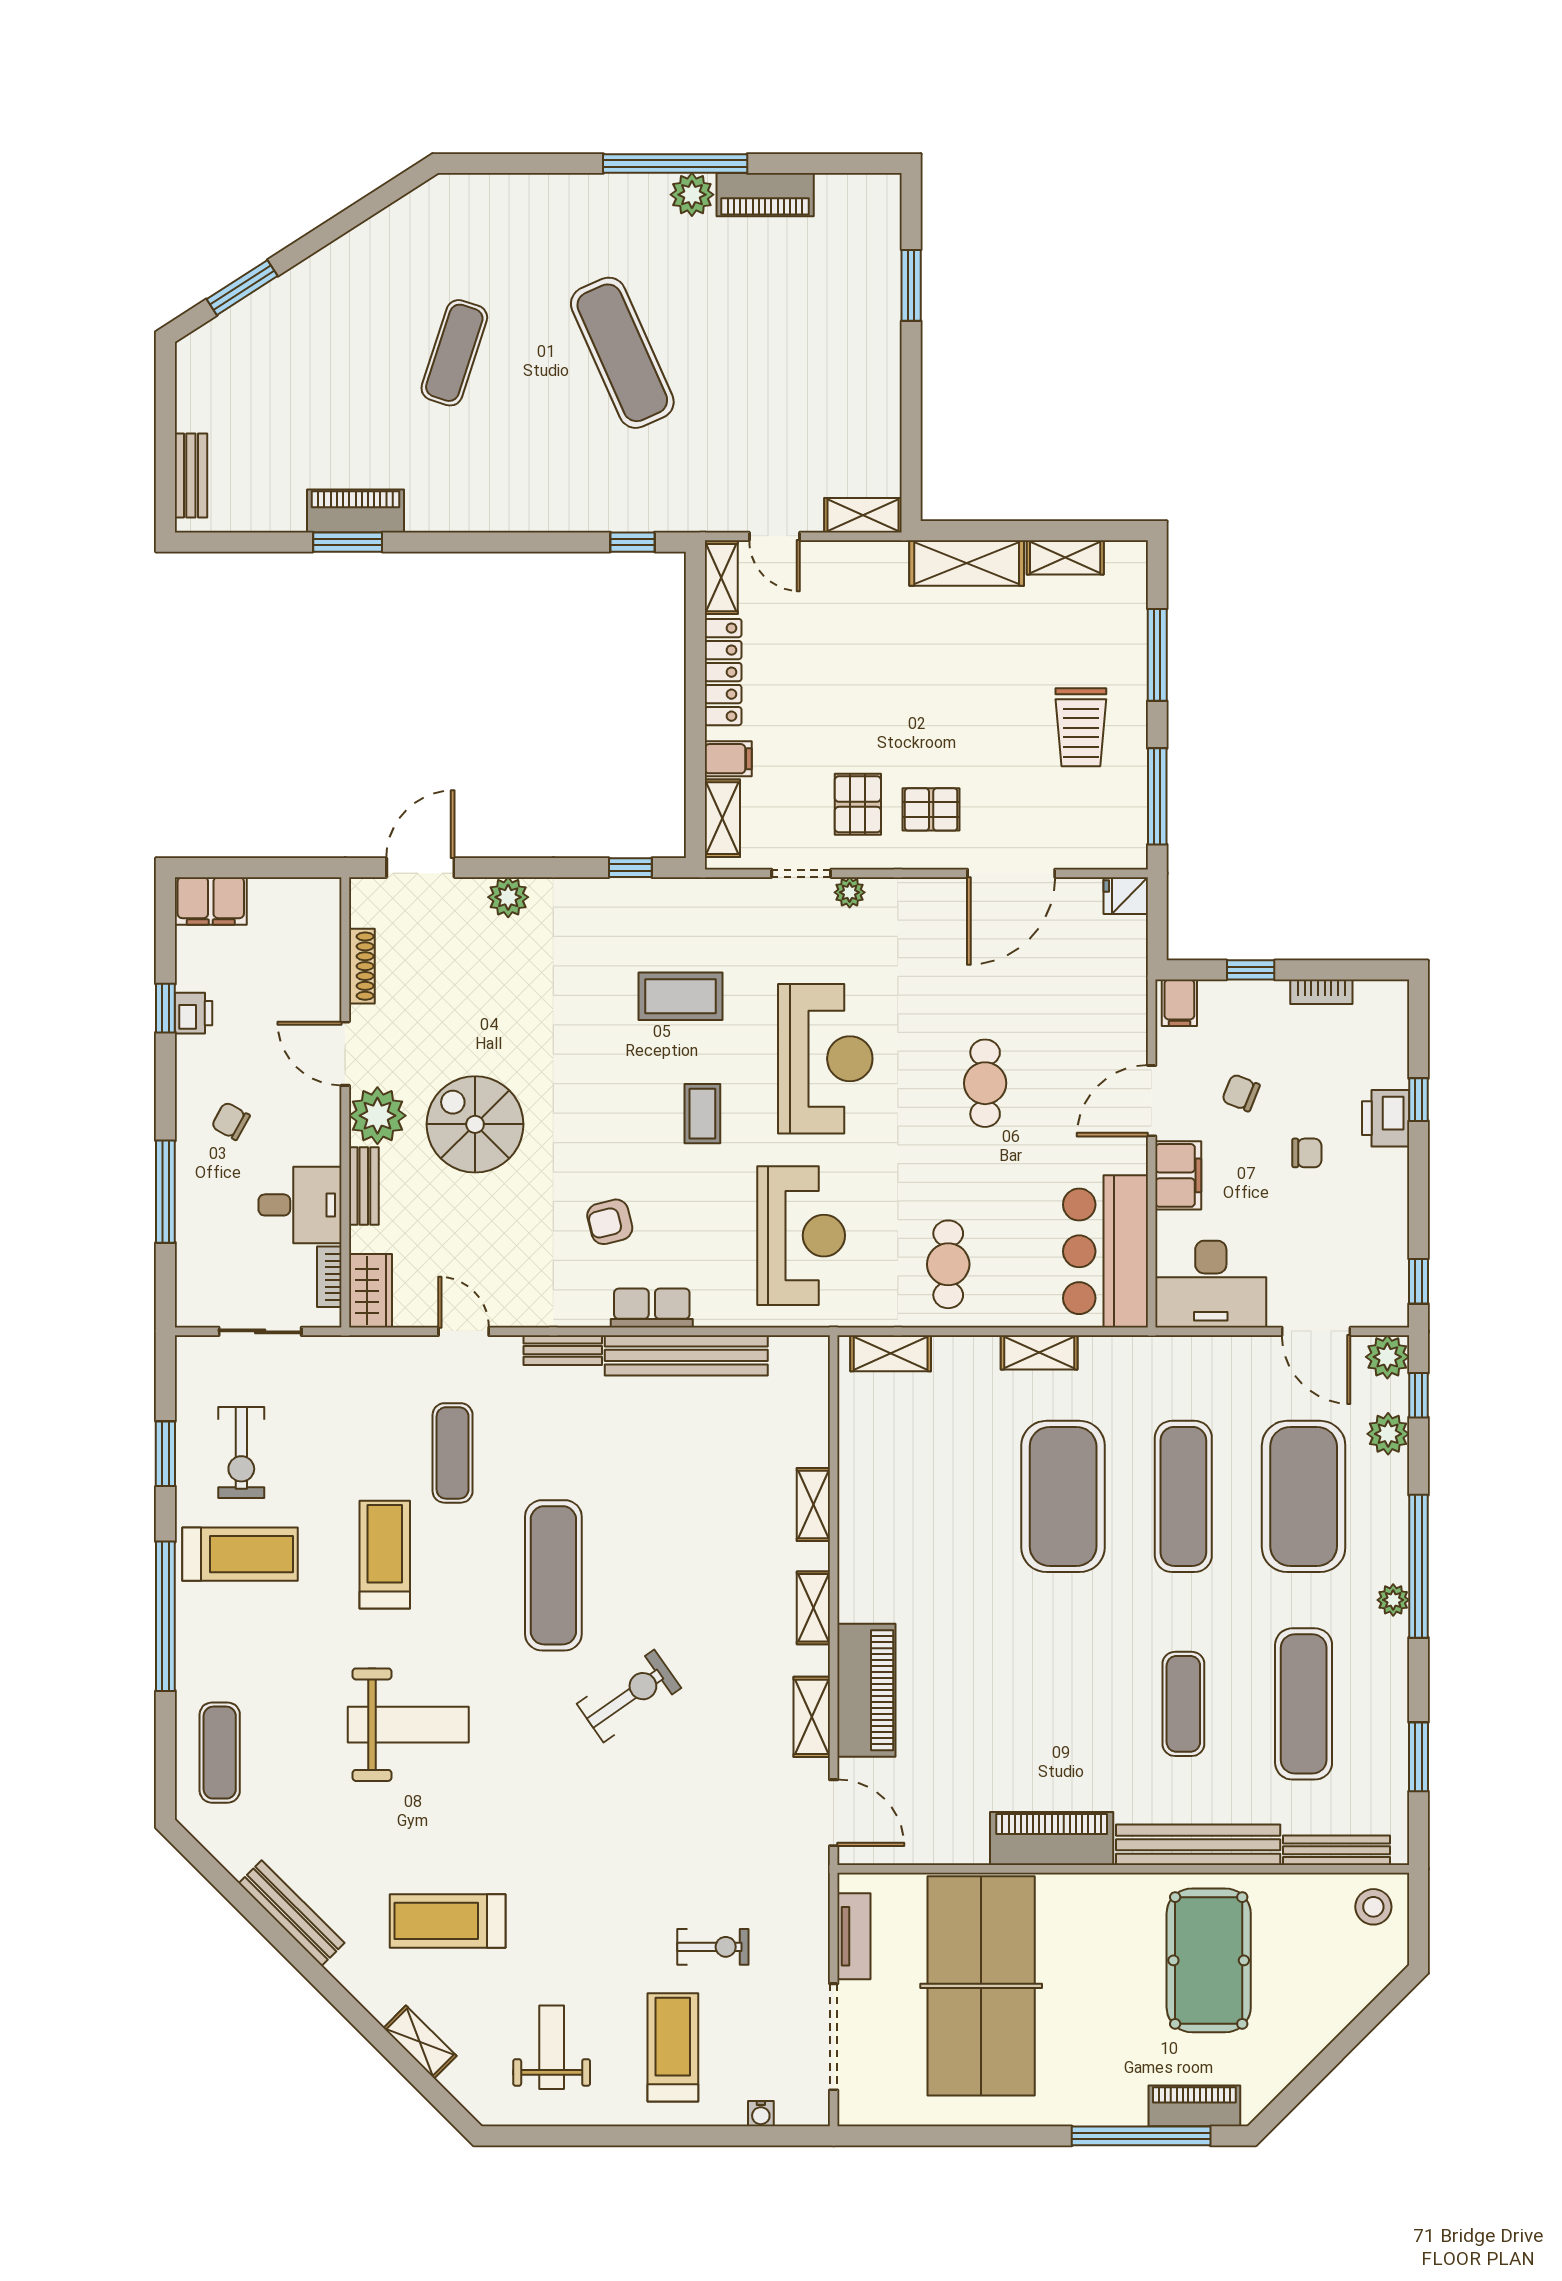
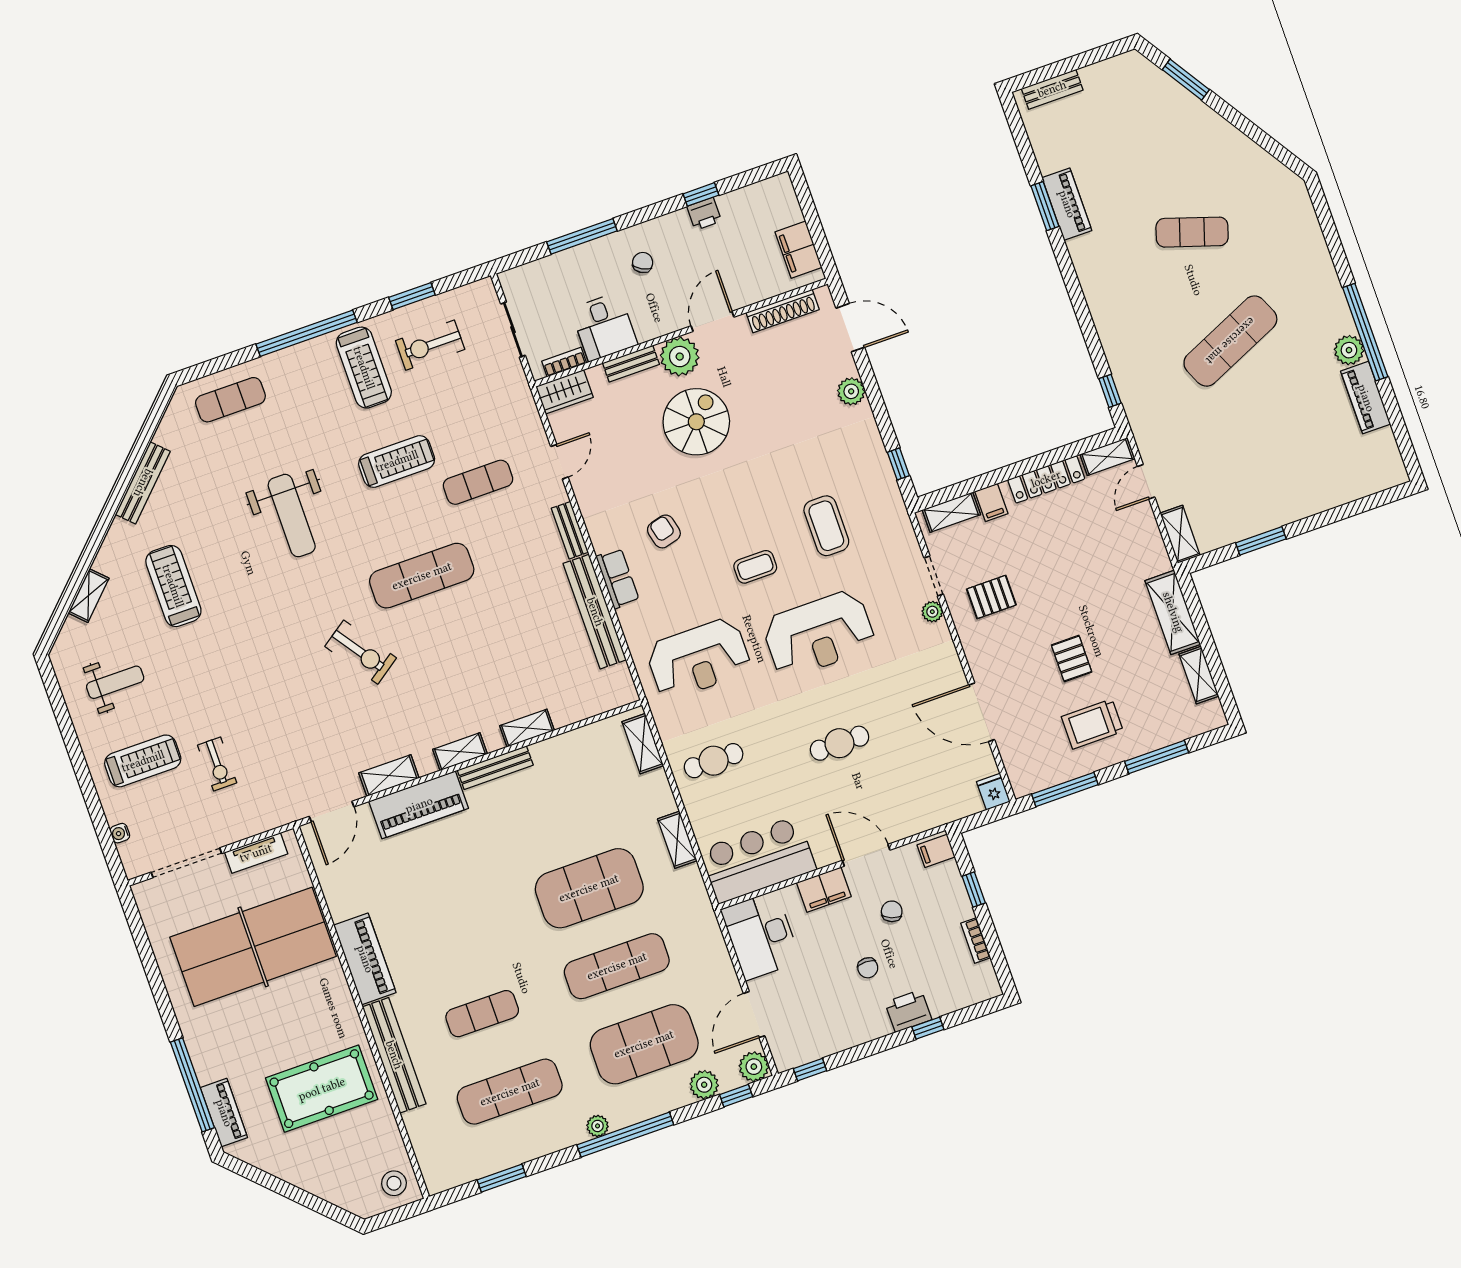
window: (911, 285) -> (1261, 541), moved
pallet: (931, 809) -> (1072, 659), moved
filing cabinet: (211, 901) -> (799, 250), moved
shoe rack: (362, 966) -> (783, 311), width x1.36, depth x1.24
bench: (1337, 1850) -> (495, 768), moved, turned 90

